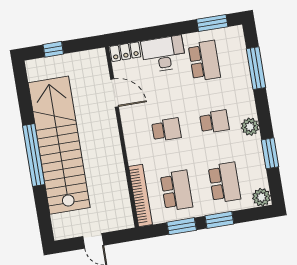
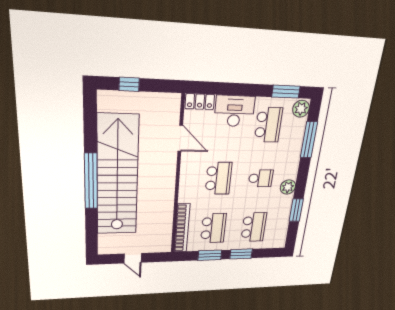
school desk: (166, 130) -> (219, 178), width x1.85
plant: (261, 197) -> (301, 109), moved

